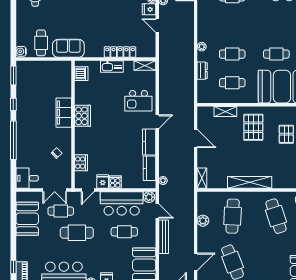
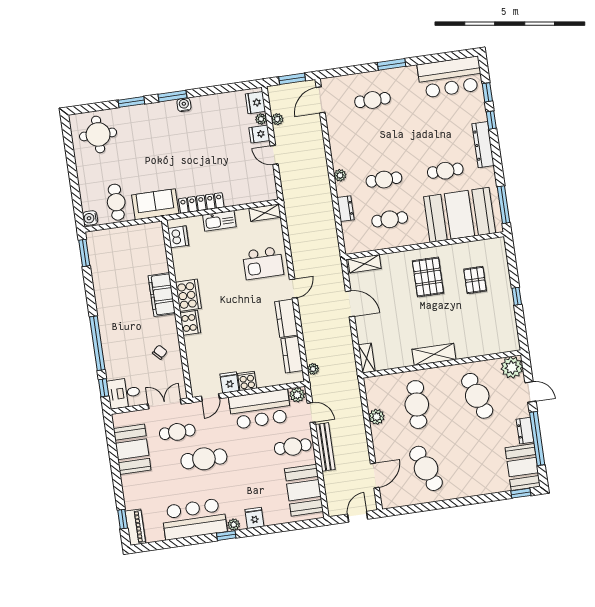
locker: (120, 52) -> (201, 203), moved
window: (13, 104) -> (104, 388), moved
shelving: (225, 111) -> (364, 264), moved
cooker: (81, 163) -> (190, 323), moved
shelving: (250, 182) -> (434, 354), width x0.68
double door: (55, 190) -> (165, 404), swing flipped
cafe table: (124, 232) -> (293, 447), moved

